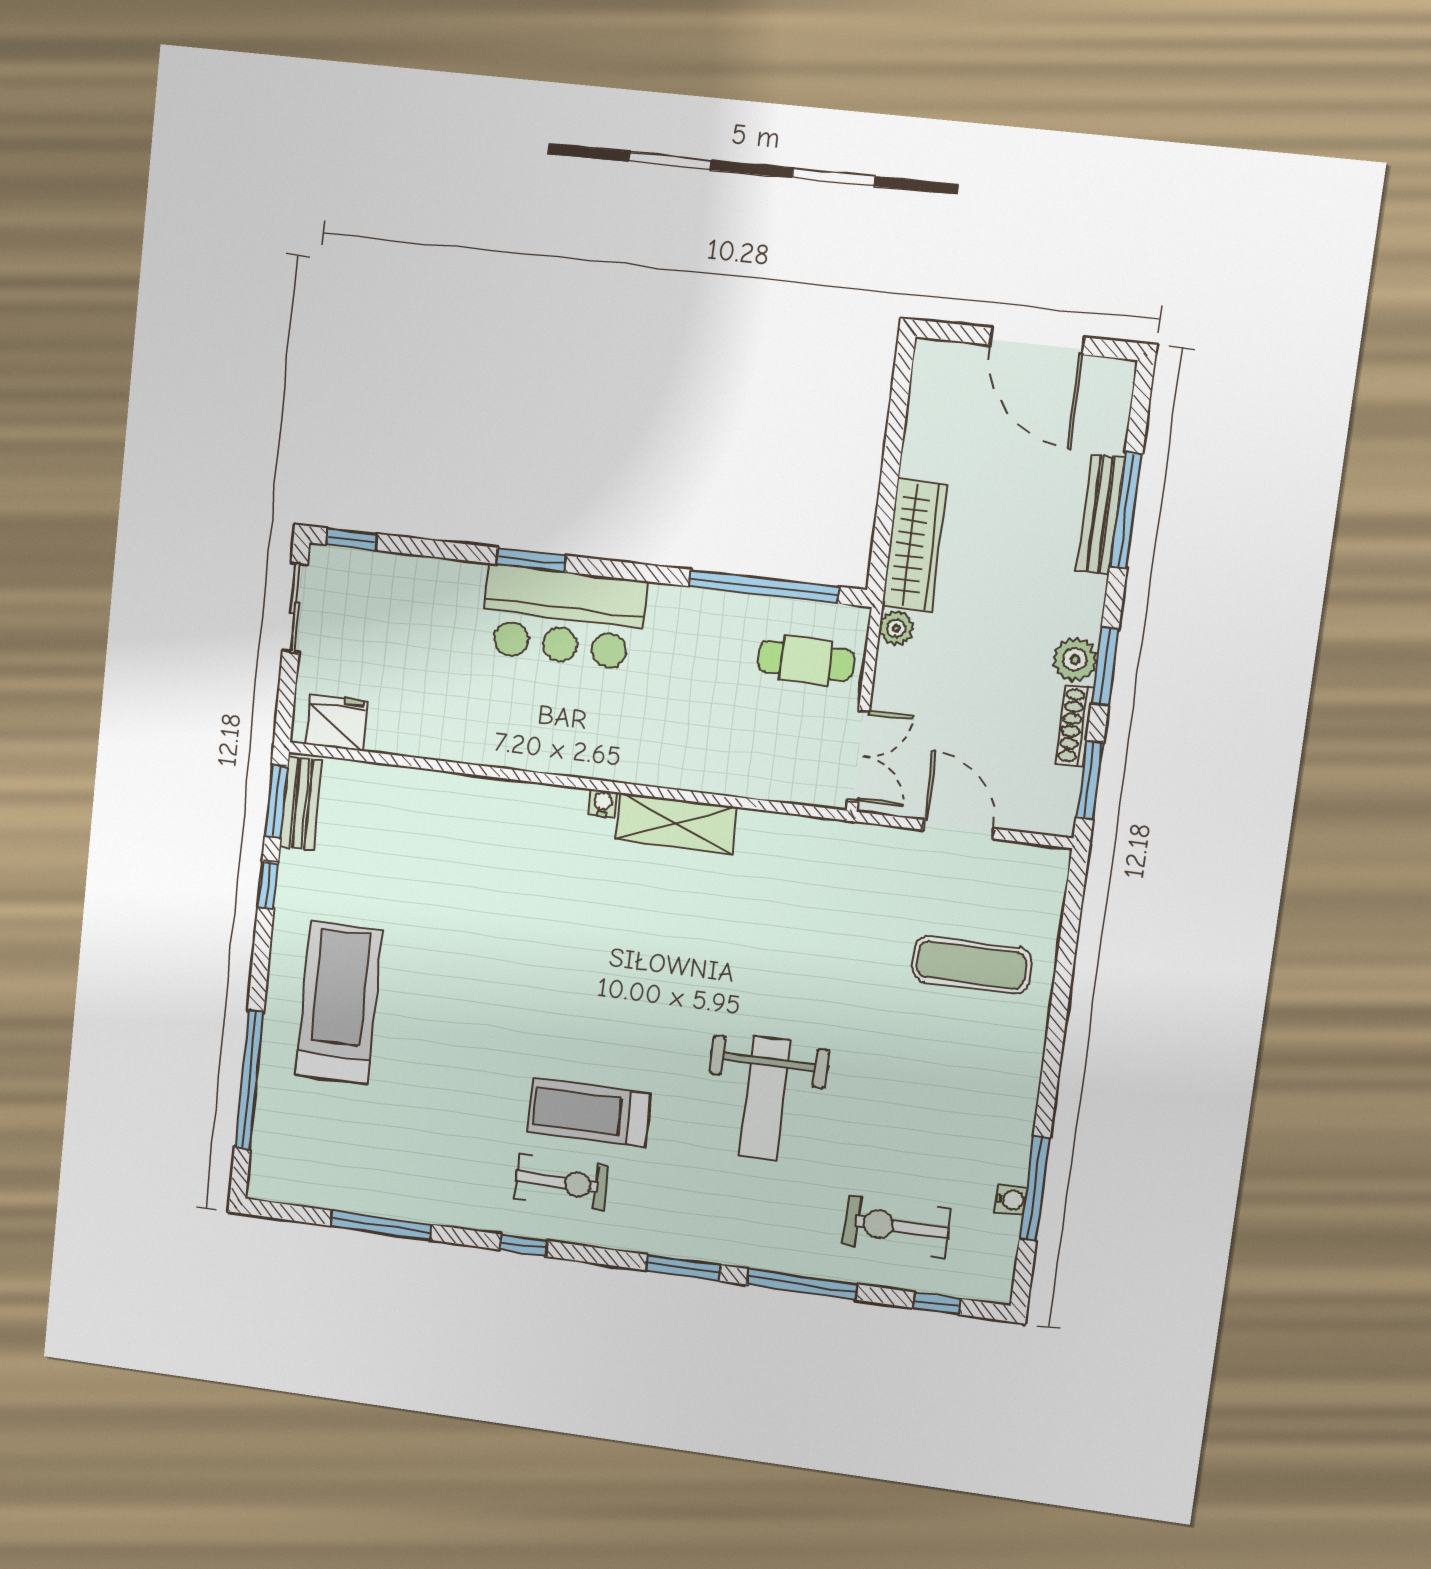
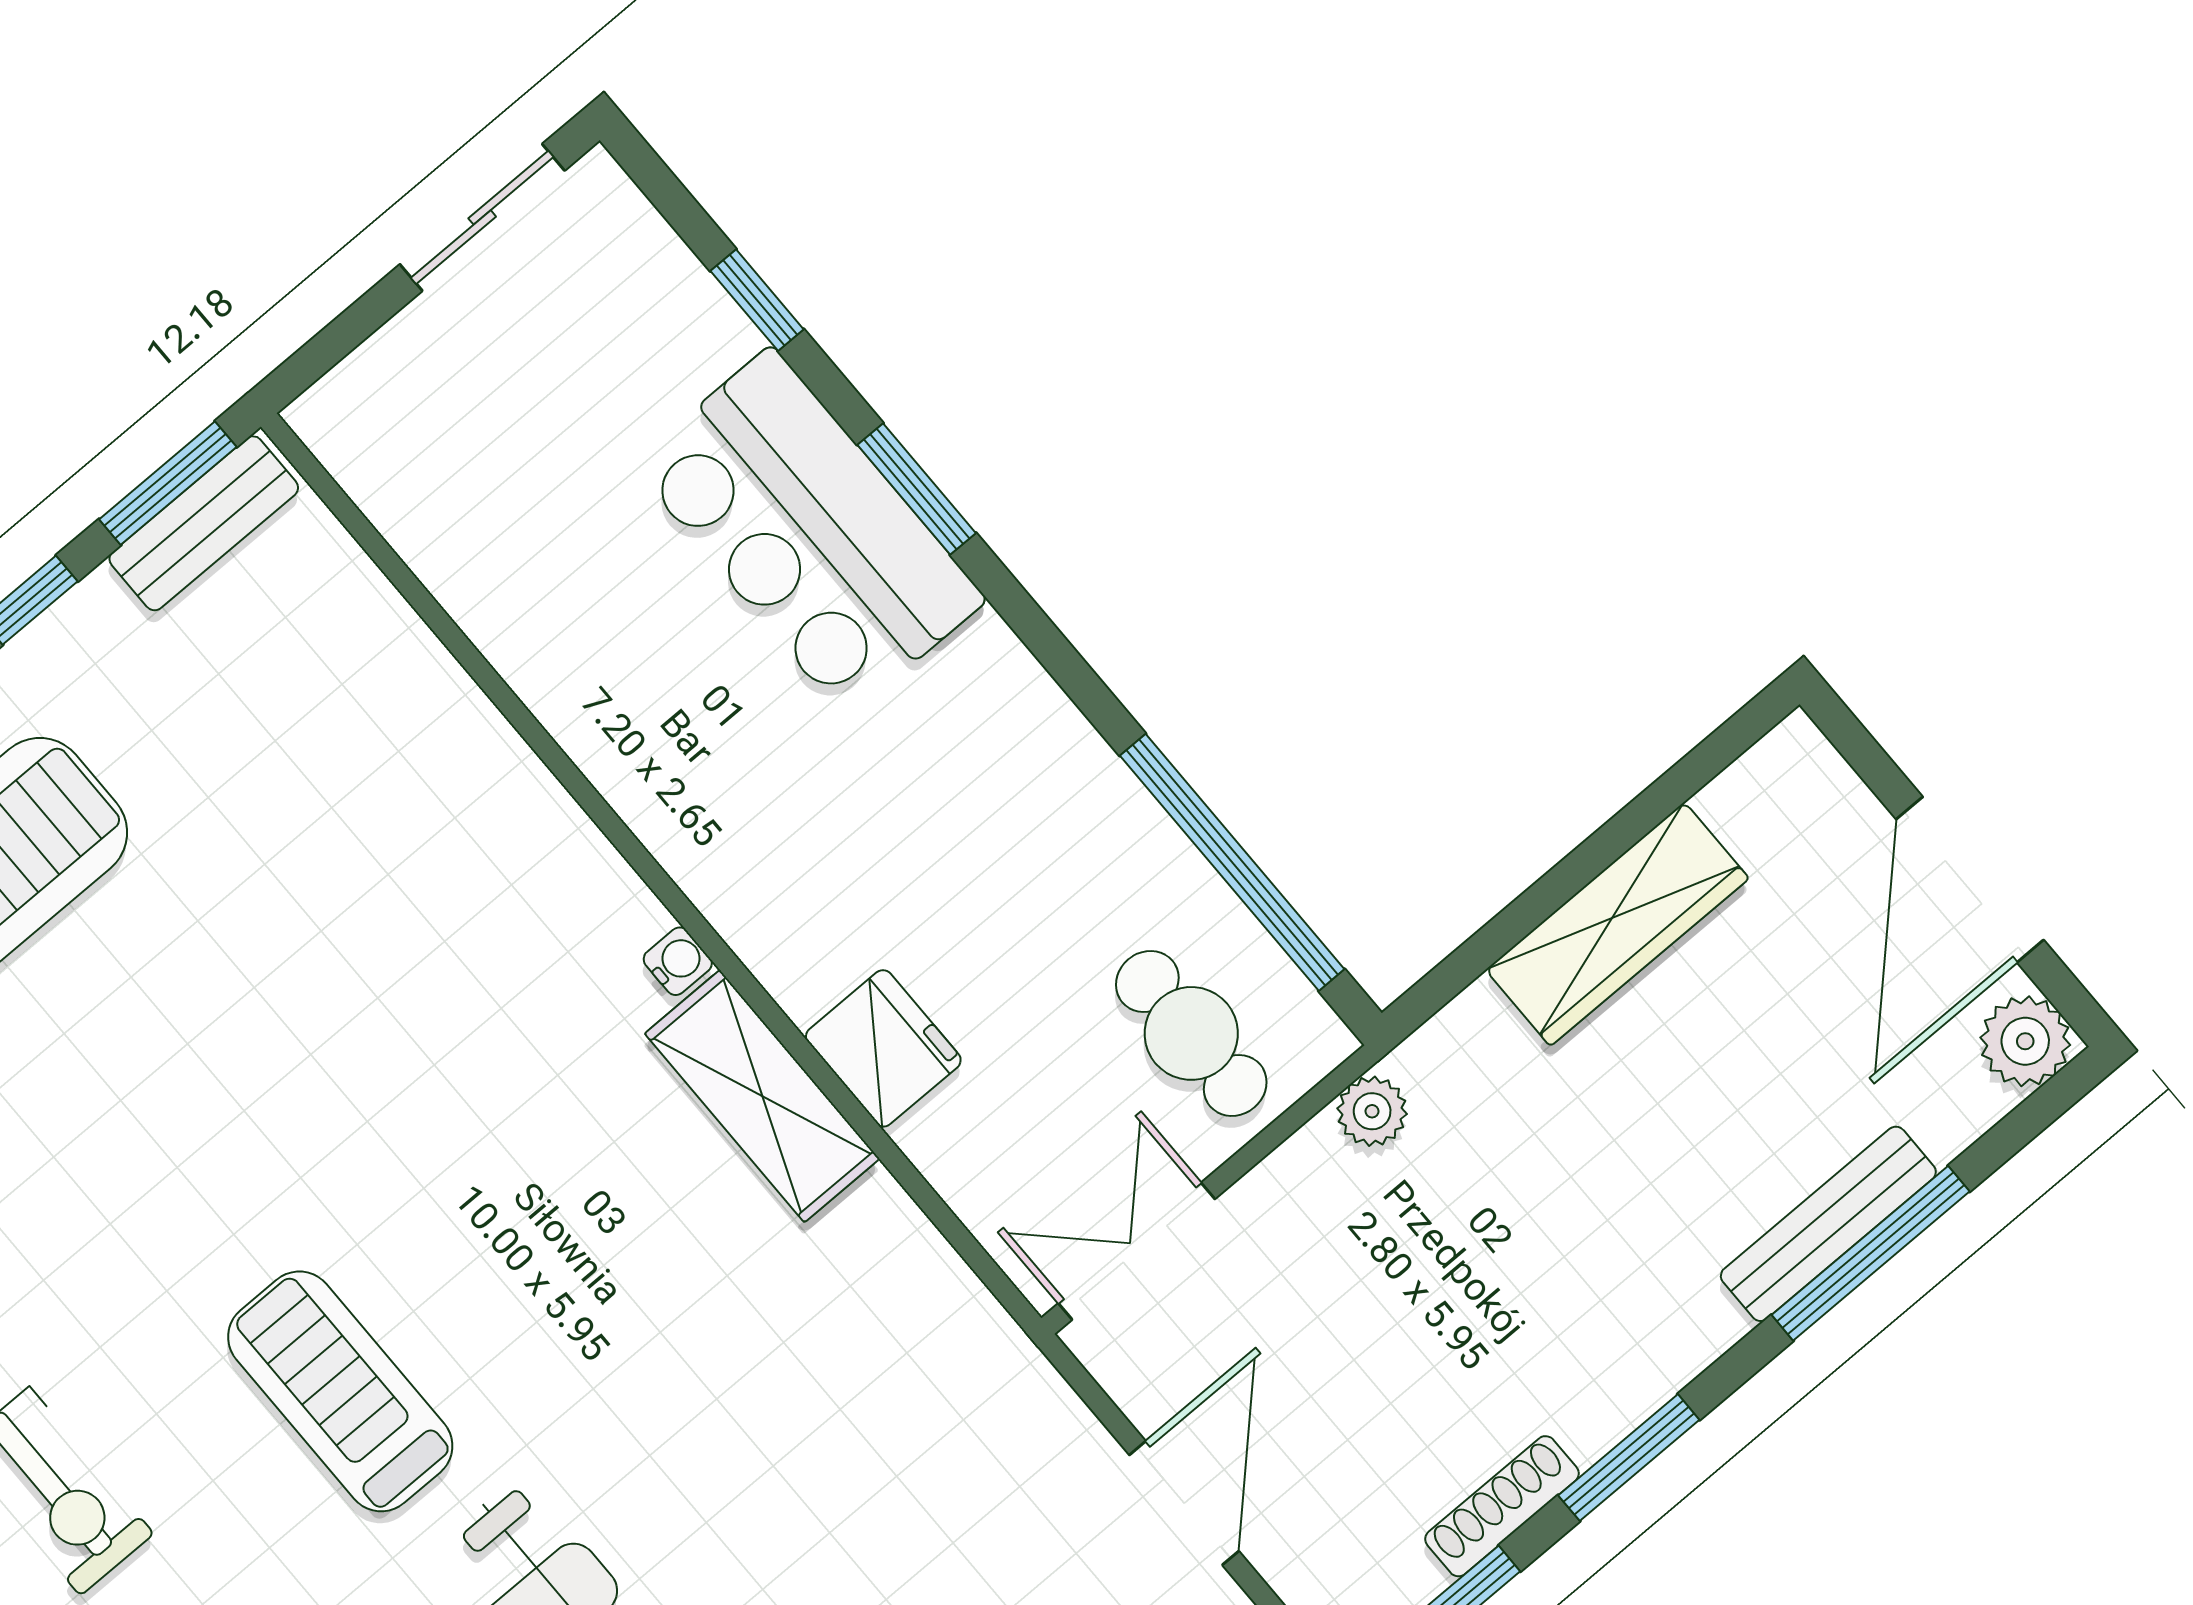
window: (351, 539) -> (757, 300), moved
wardrobe: (914, 545) -> (1617, 924), moved
bar counter: (563, 617) -> (809, 532), moved
plant: (1075, 659) -> (2025, 1041), moved
fridge: (337, 723) -> (883, 1048), moved
double door: (858, 756) -> (1137, 1251), swing flipped
treadmill: (589, 1113) -> (340, 1391), moved

